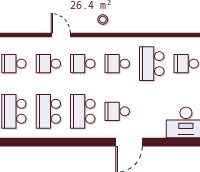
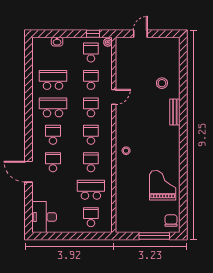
door: (61, 35) -> (114, 97), moved
school desk: (83, 111) -> (53, 135), width x0.54

